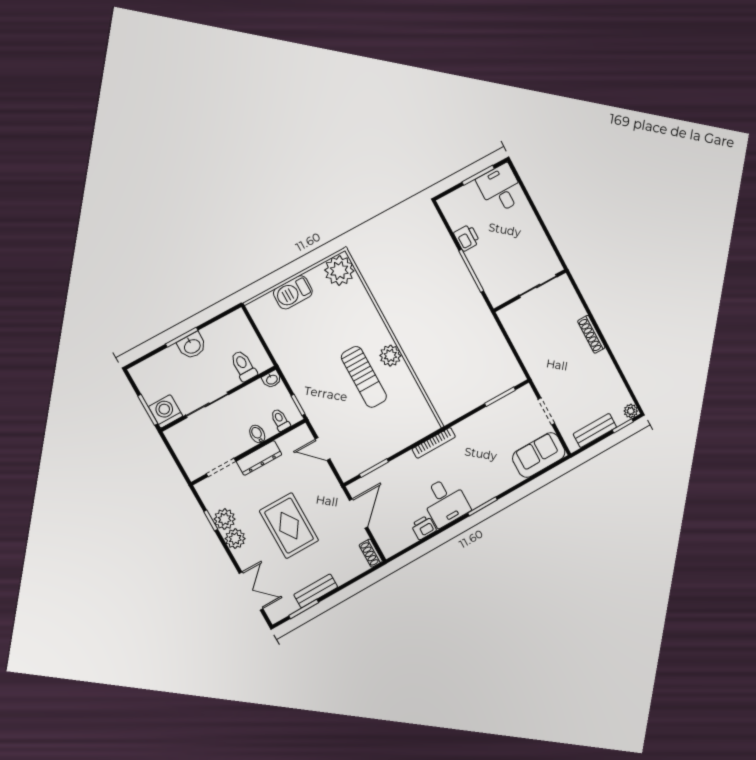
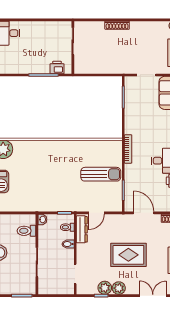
printer: (467, 238) -> (57, 67), moved
plant: (390, 356) -> (66, 147), removed
sun lounger: (364, 377) -> (101, 174), moved
washing machine: (165, 411) -> (28, 287), removed
dresser: (259, 458) -> (82, 229), moved

